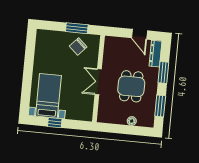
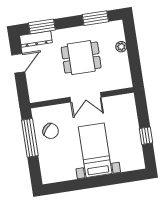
window: (77, 28) -> (30, 138), width x1.44
window: (163, 72) -> (42, 26), moved
bed with nightstands: (48, 96) -> (95, 150), moved, turned 90

